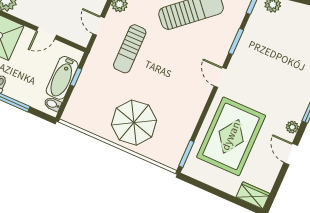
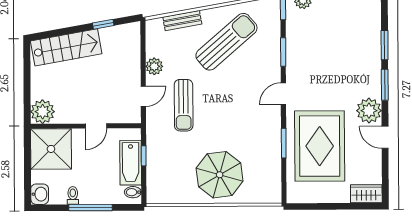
door: (99, 26) -> (143, 96), swing flipped
door: (220, 77) -> (283, 94), hinge flipped
plant: (292, 127) -> (369, 111), width x1.88, depth x1.88
window: (186, 154) -> (284, 143), moved

